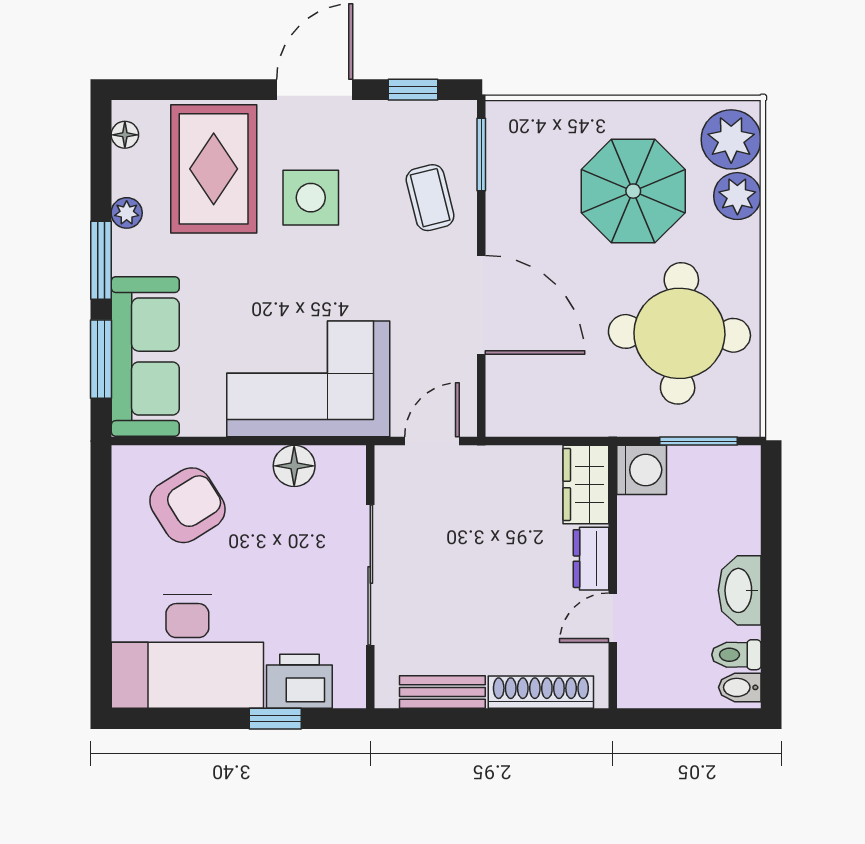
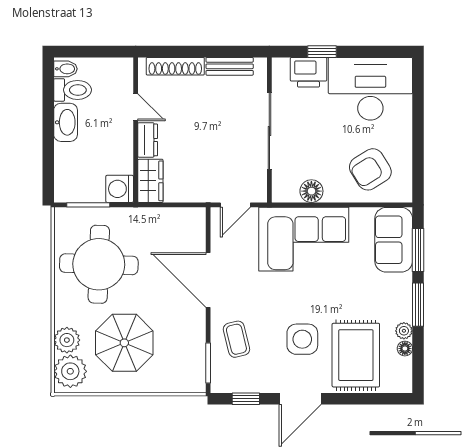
floor lamp: (125, 135) -> (405, 349), moved
sofa: (145, 357) -> (394, 240), width x0.73
door: (613, 618) -> (136, 107), hinge flipped
toilet: (736, 655) -> (73, 90), width x1.37, depth x1.39

